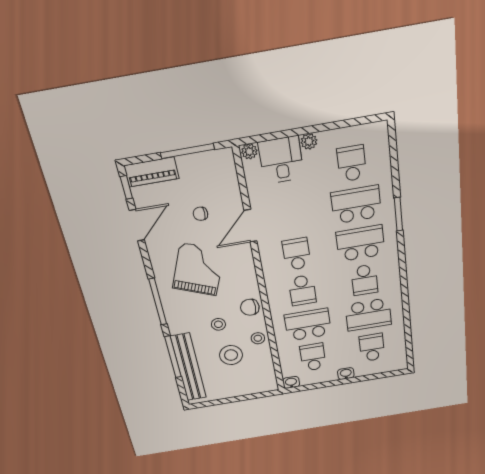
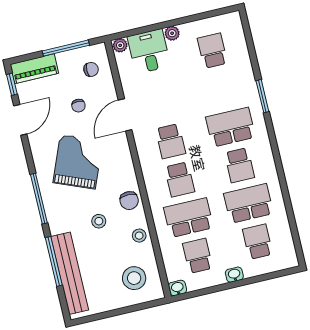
chair: (215, 176) -> (91, 69), added
school desk: (356, 205) -> (221, 89), removed
chair: (200, 214) -> (78, 106), turned -90
school desk: (297, 254) -> (171, 141), turned 180
chair: (250, 307) -> (129, 201), turned -90
school desk: (368, 315) -> (249, 203), turned 180
stool: (231, 355) -> (134, 278), moved

